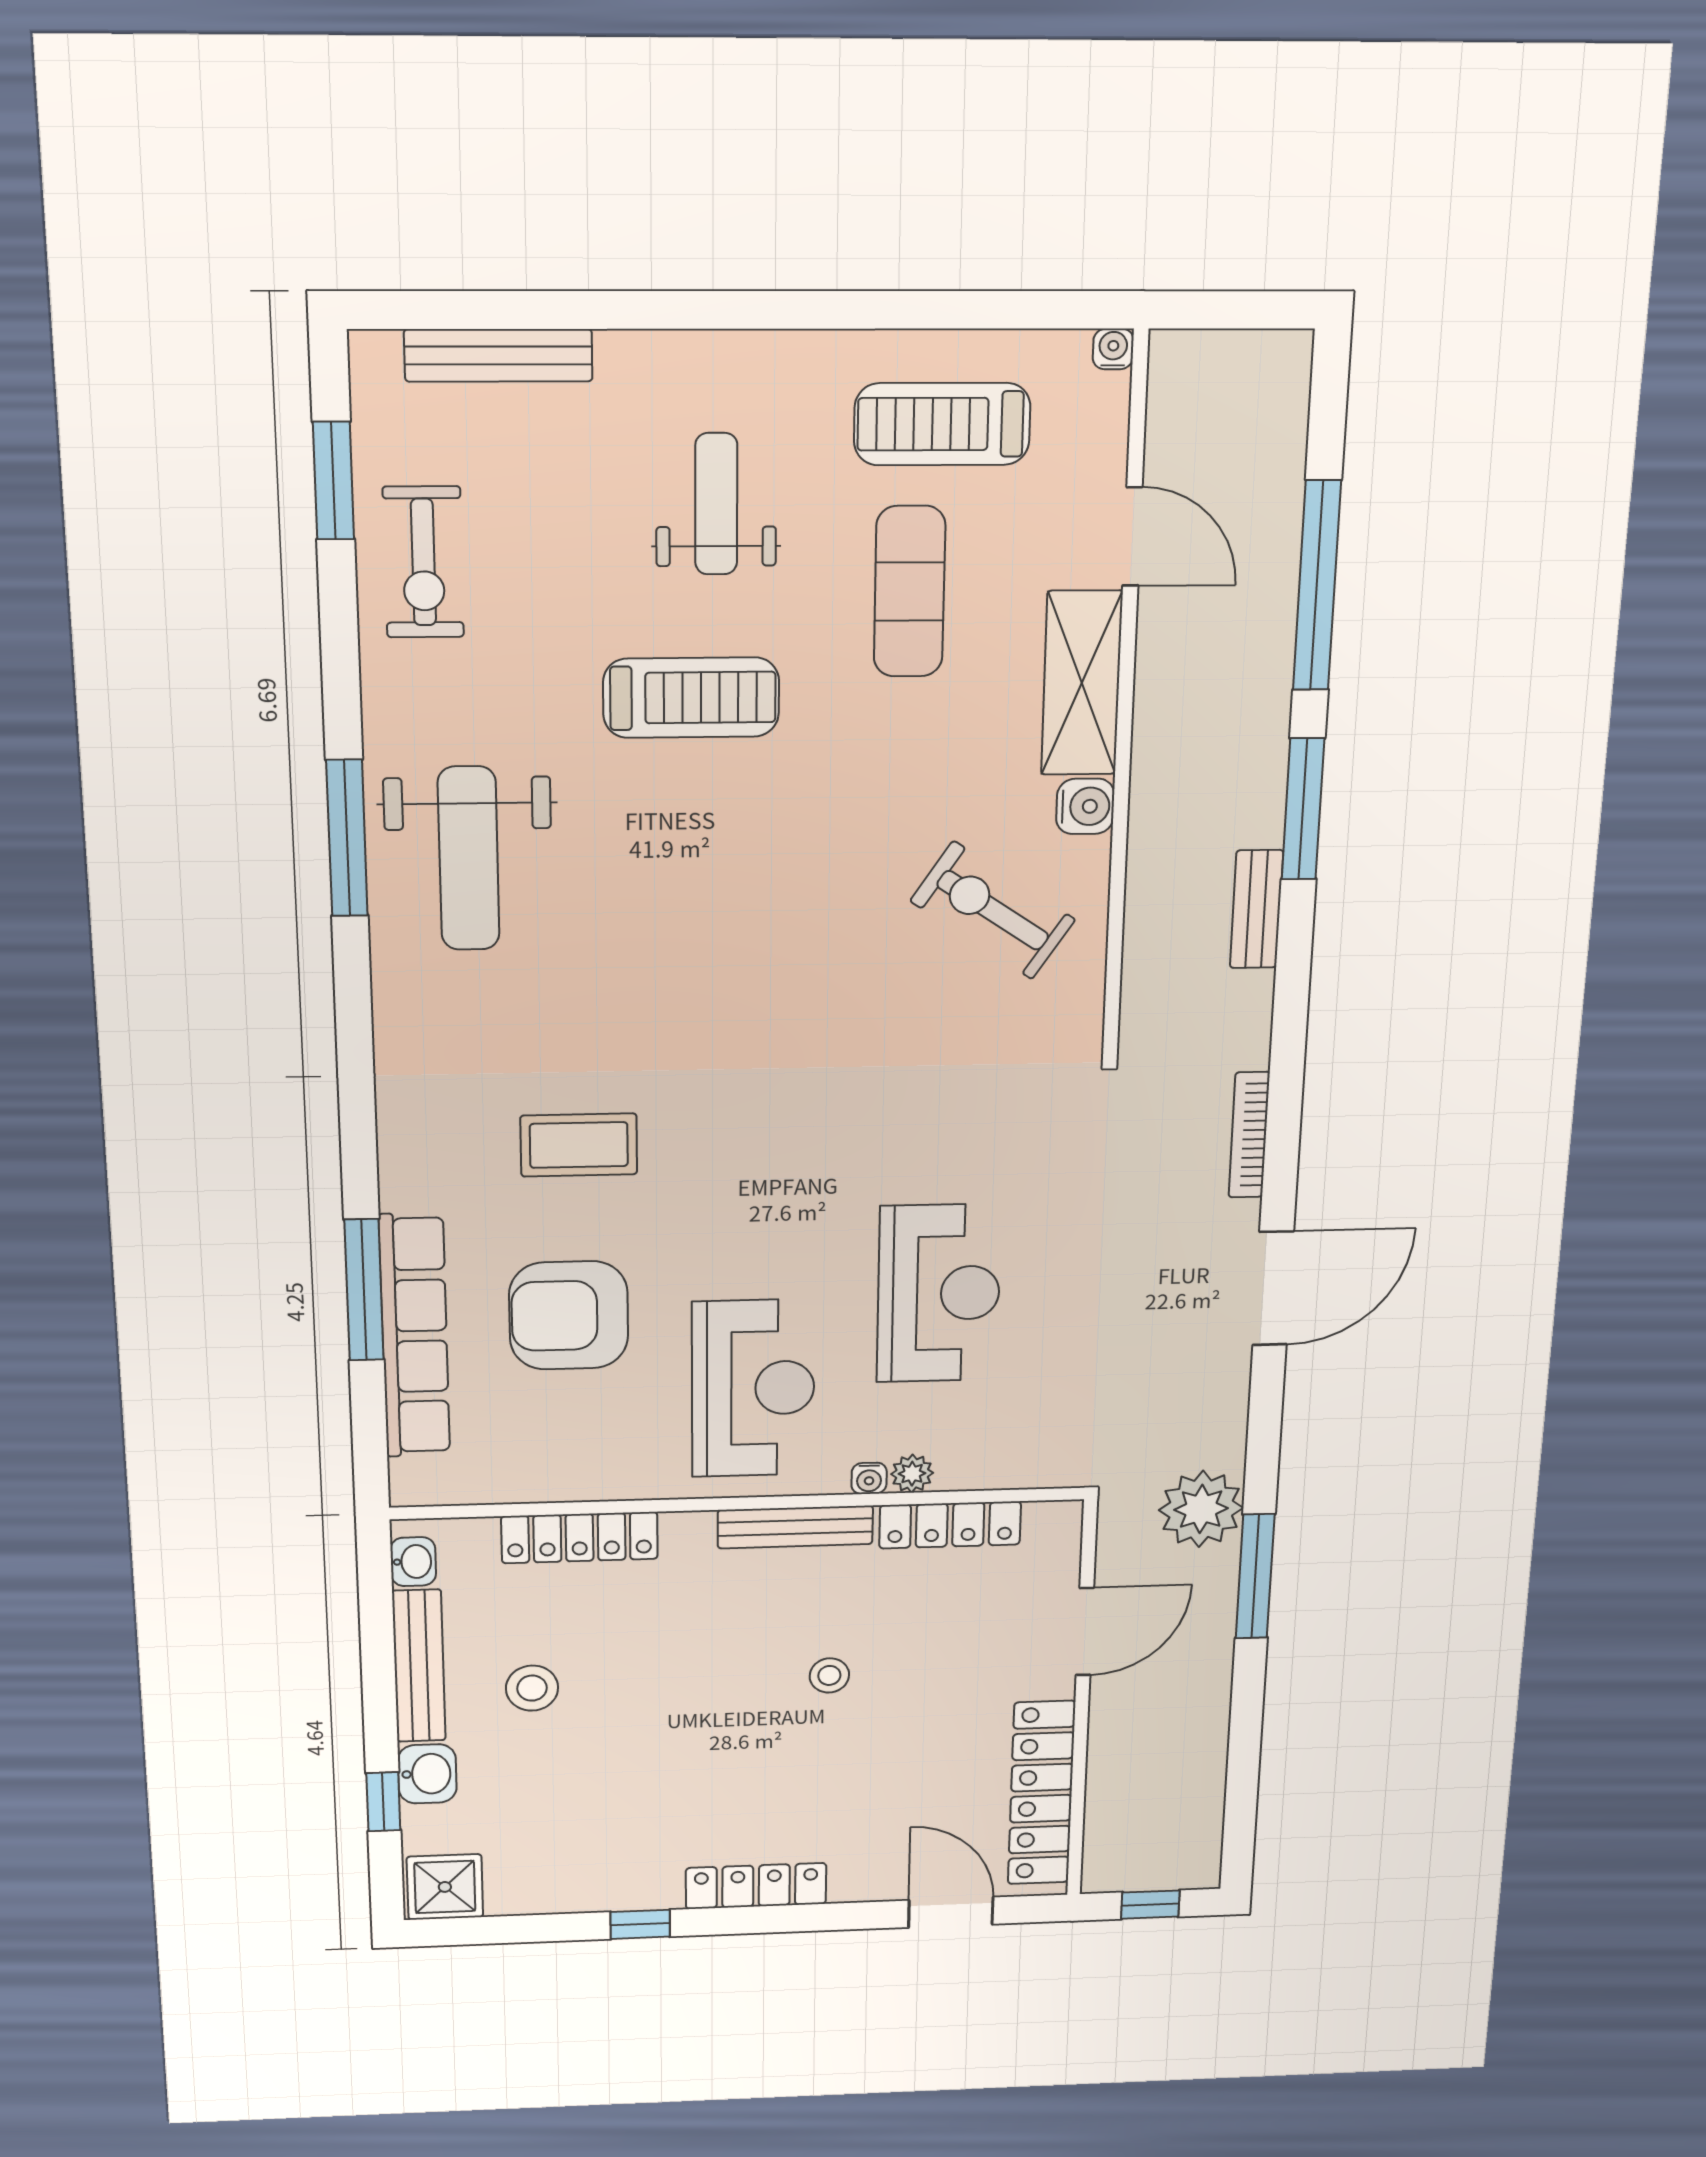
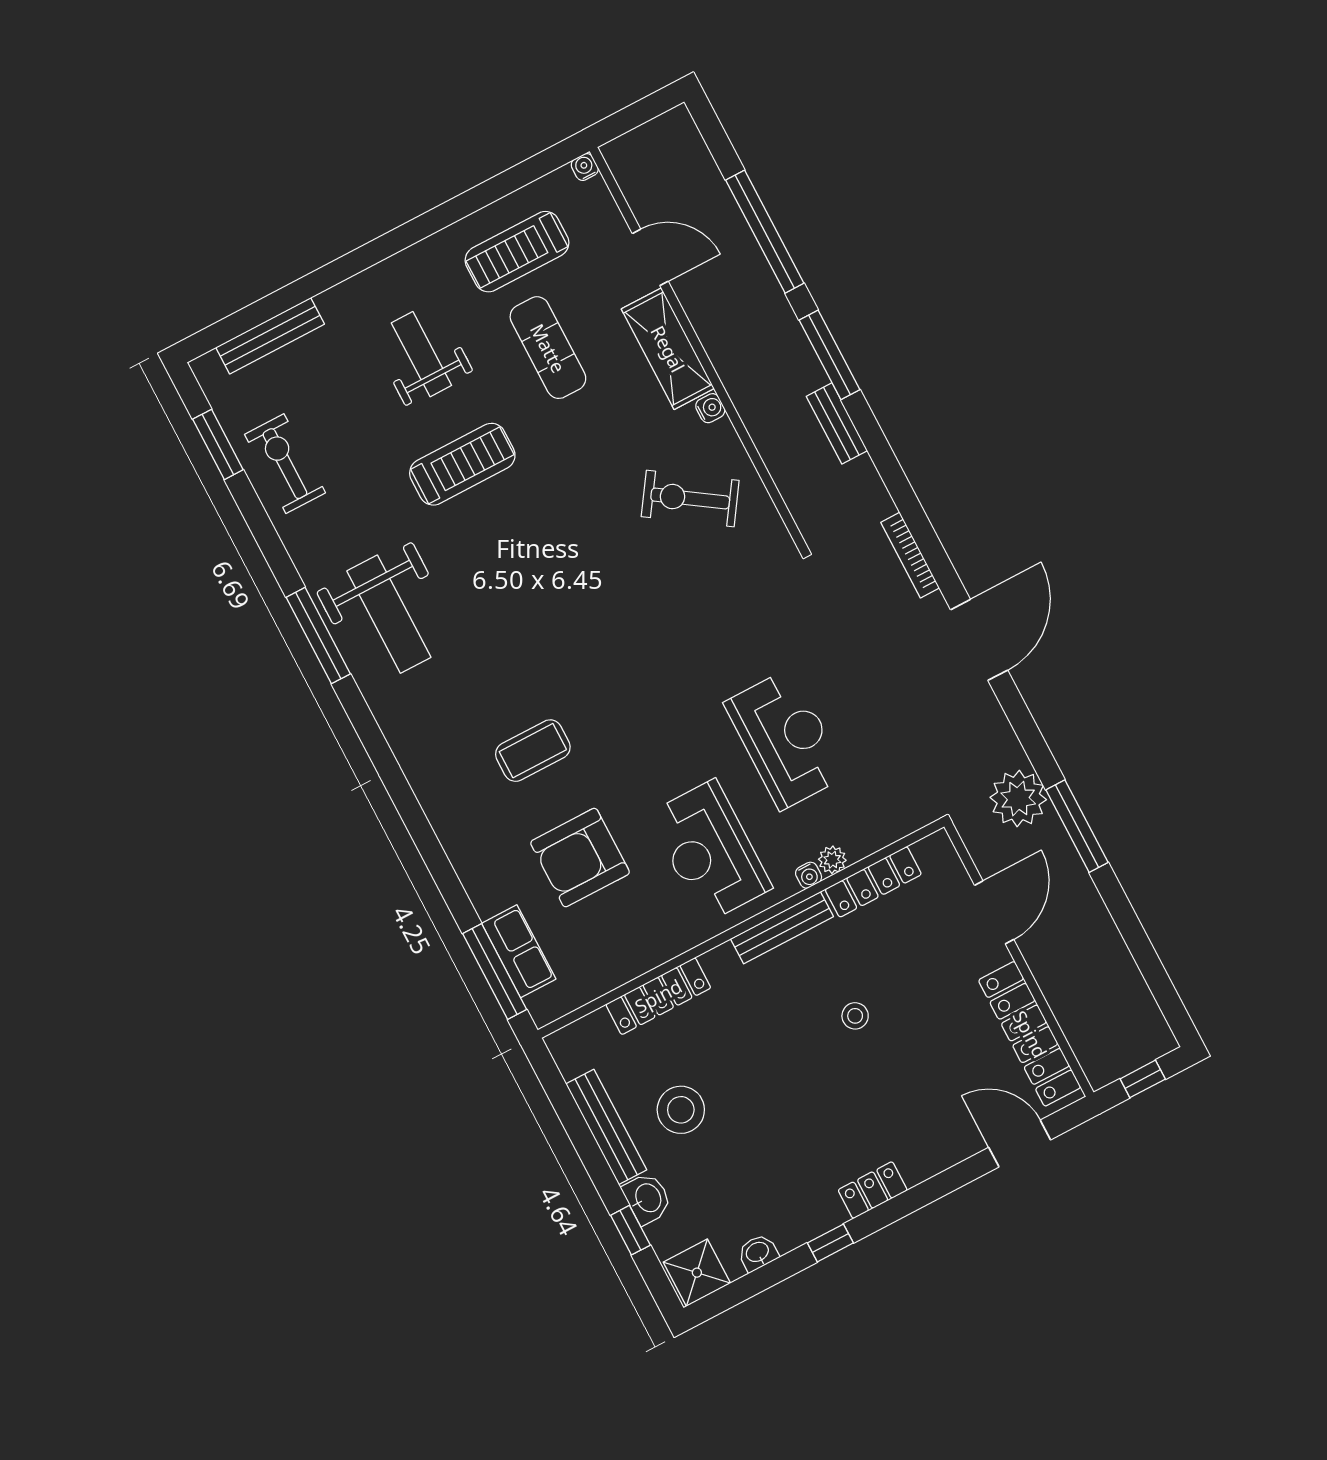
exercise bike: (423, 562) -> (285, 464), turned 180
water cooler: (1085, 806) -> (710, 408), width x0.72, depth x0.72
window: (364, 1290) -> (495, 972), moved
row of seats: (415, 1336) -> (519, 951), width x0.50
reception desk: (753, 1388) -> (710, 851), turned 180
washbasin: (413, 1562) -> (758, 1253), moved, turned -90
stool: (532, 1688) -> (681, 1110), width x1.38, depth x1.38
locker: (756, 1886) -> (873, 1190), width x0.66

